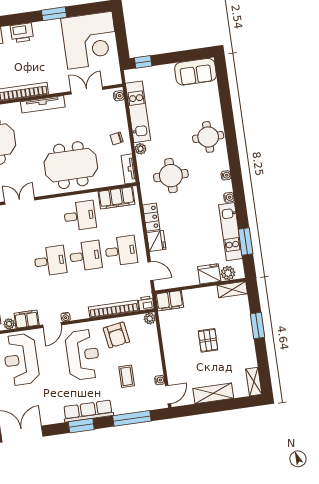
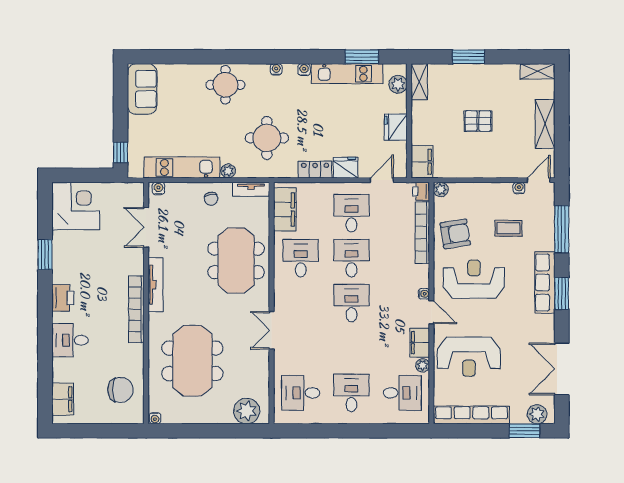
corner desk: (90, 40) -> (76, 206), width x0.74, depth x0.74
fridge: (209, 274) -> (396, 127), moved
door: (168, 395) -> (539, 180), hinge flipped

